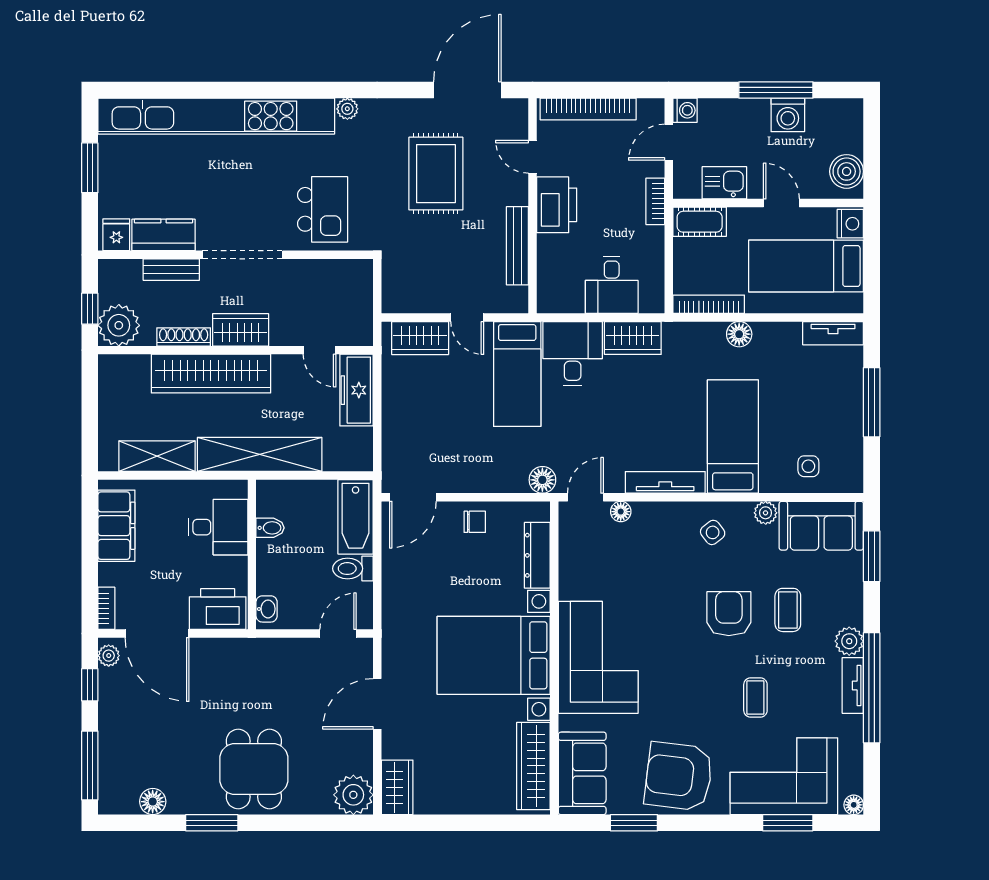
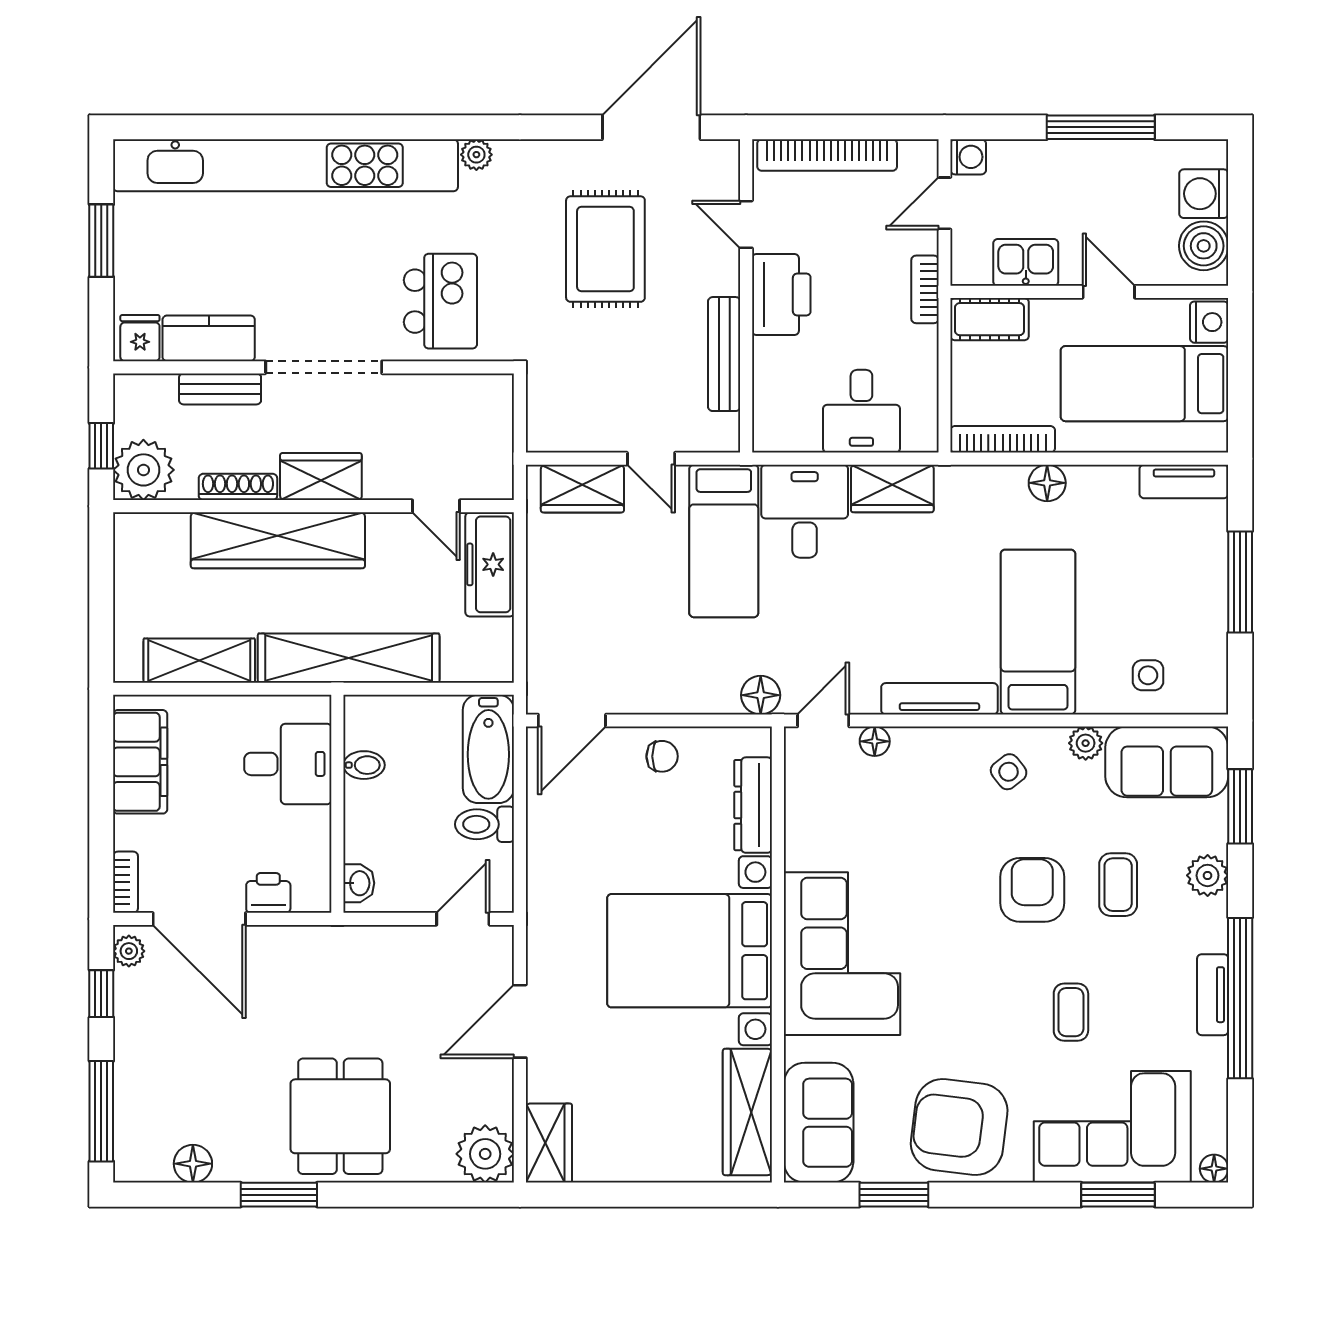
washing machine: (788, 115) -> (1204, 194), moved, turned 90
printer: (218, 609) -> (268, 893), width x0.53, depth x0.68
plant: (849, 641) -> (1208, 875), moved

